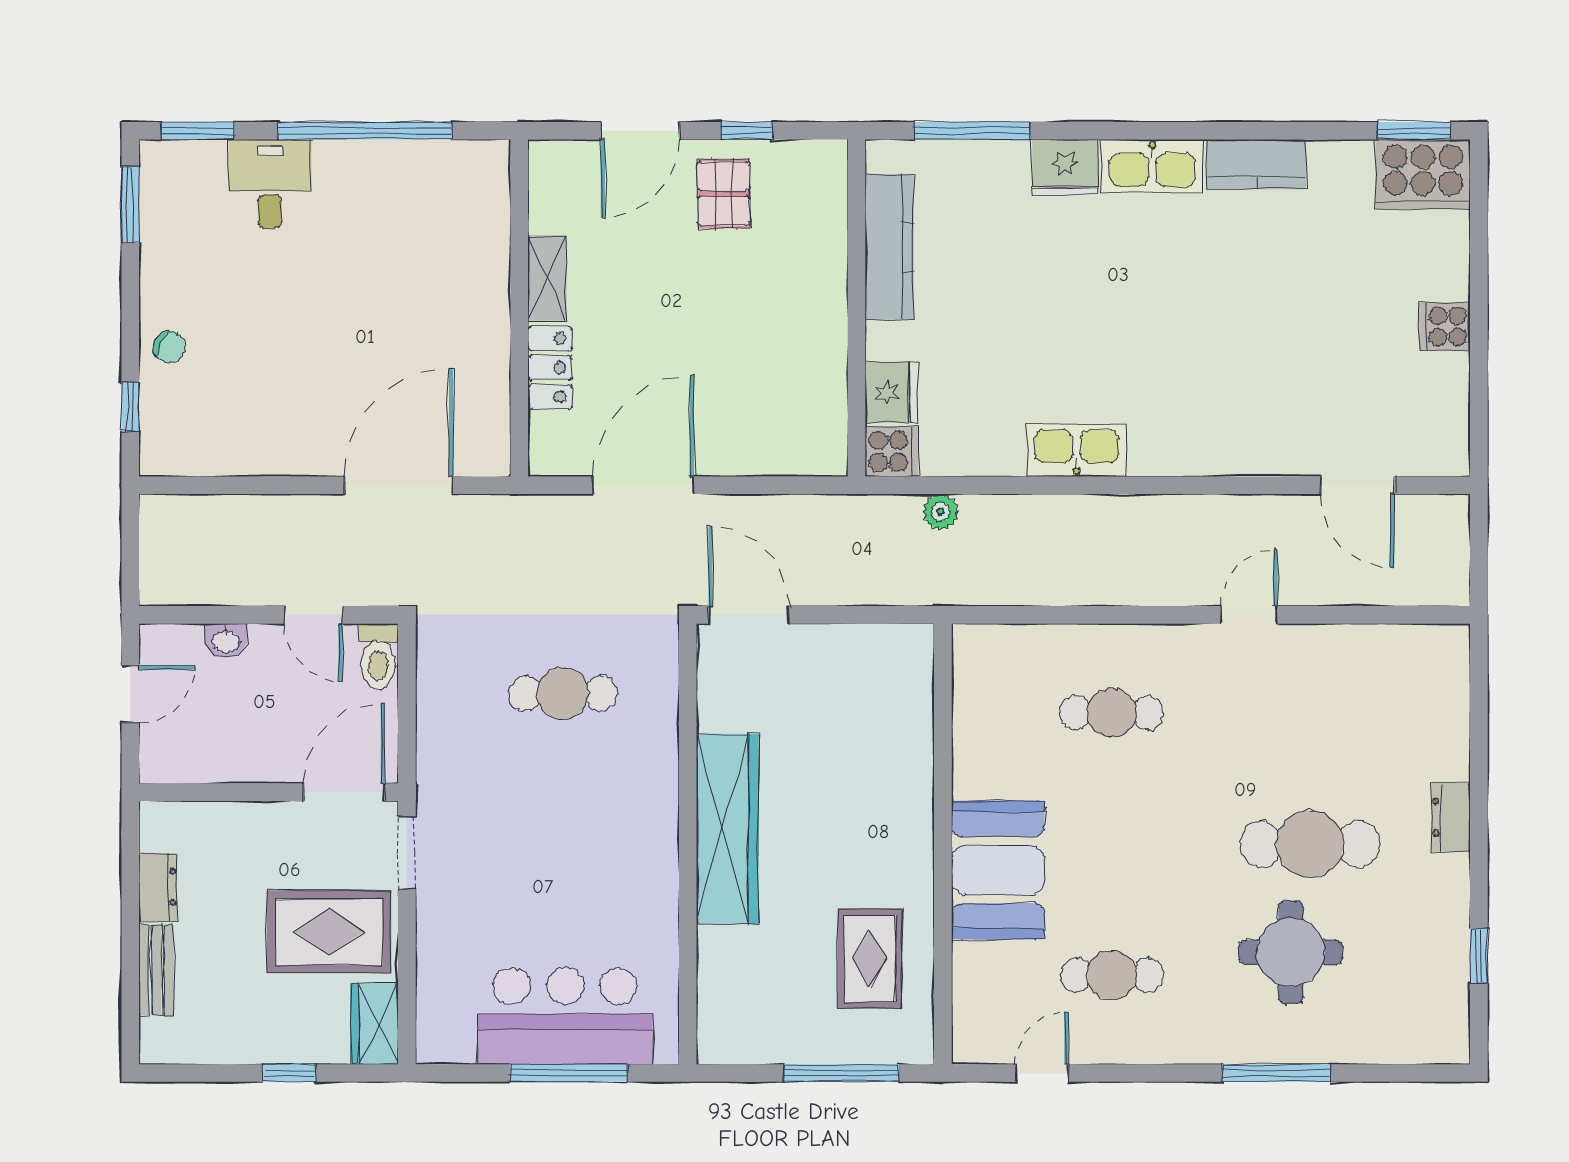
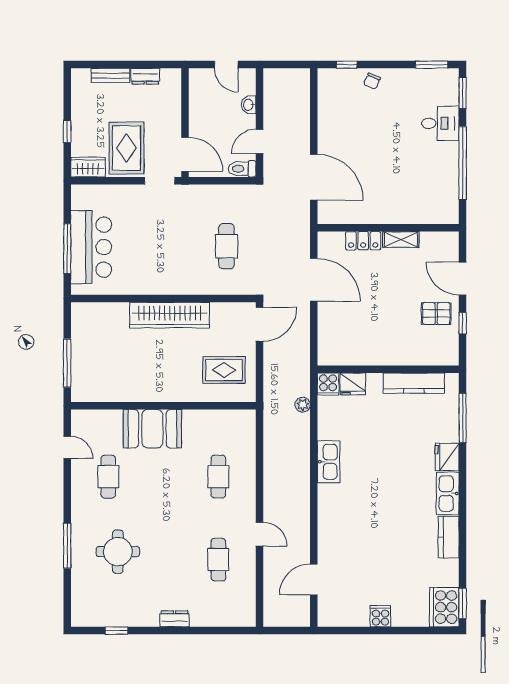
cafe table: (1310, 844) -> (218, 560), moved, width x0.73, depth x0.74
rug: (870, 959) -> (224, 370), moved

